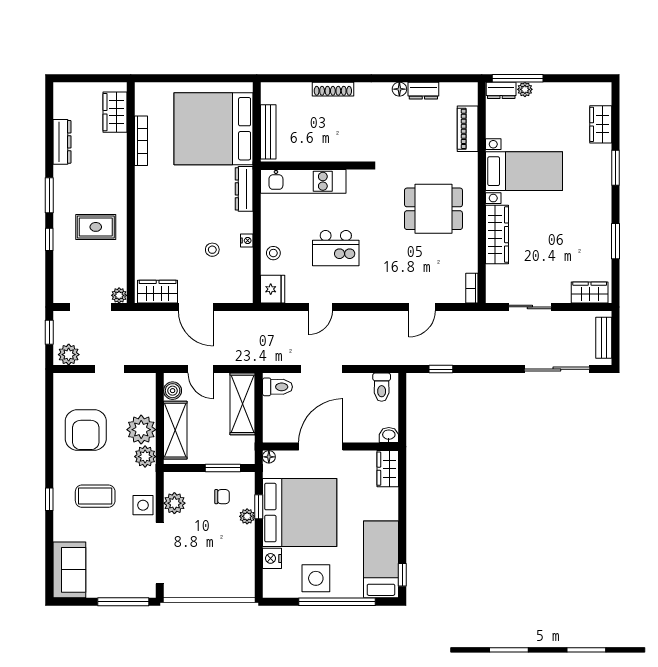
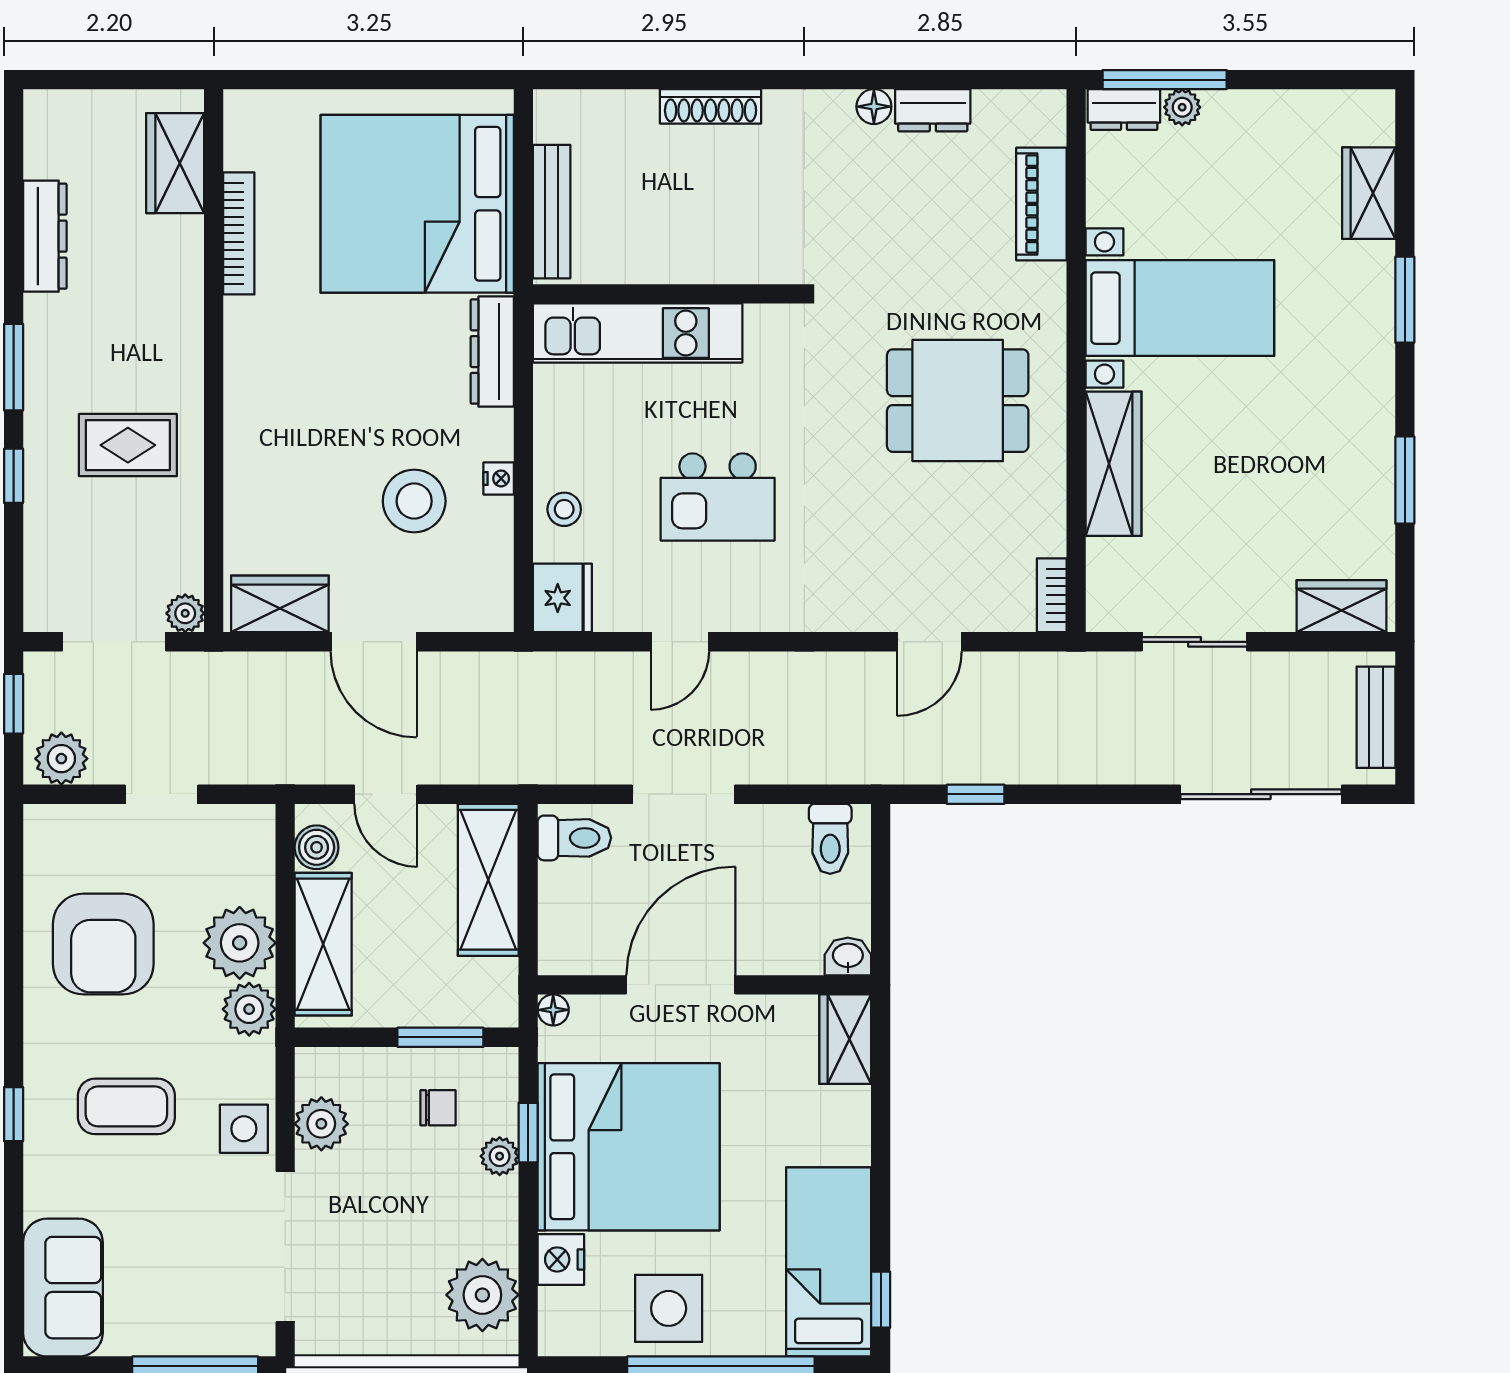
stool: (212, 250) -> (414, 501), width x1.89, depth x1.89
plant: (240, 573) -> (482, 1295), added

